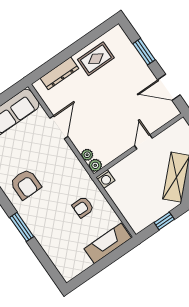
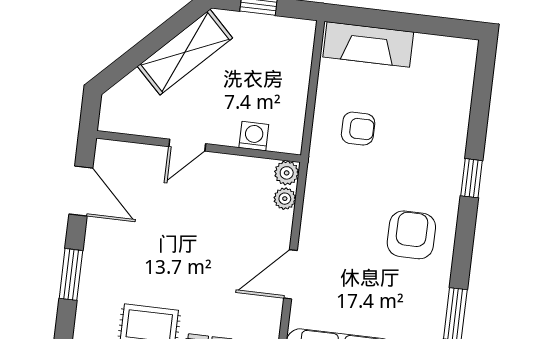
washing machine: (105, 179) -> (254, 136), moved
window: (22, 227) -> (472, 178), width x0.67

